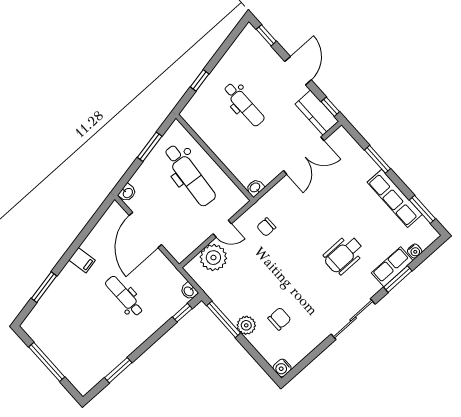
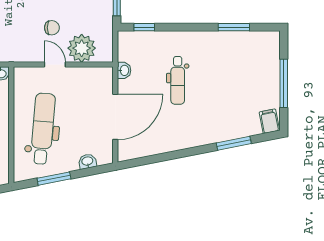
washbasin: (128, 193) -> (87, 161), moved
chair: (266, 227) -> (52, 28), moved
filing cabinet: (82, 260) -> (269, 121), moved
washbasin: (189, 291) -> (124, 70), moved

